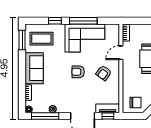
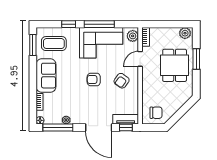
plant: (114, 32) -> (133, 36), added

